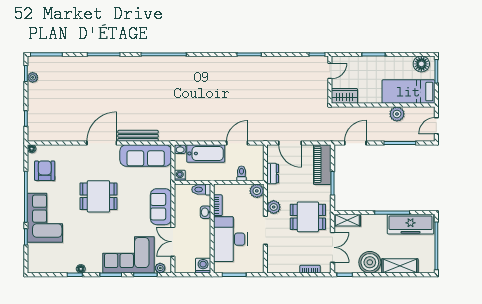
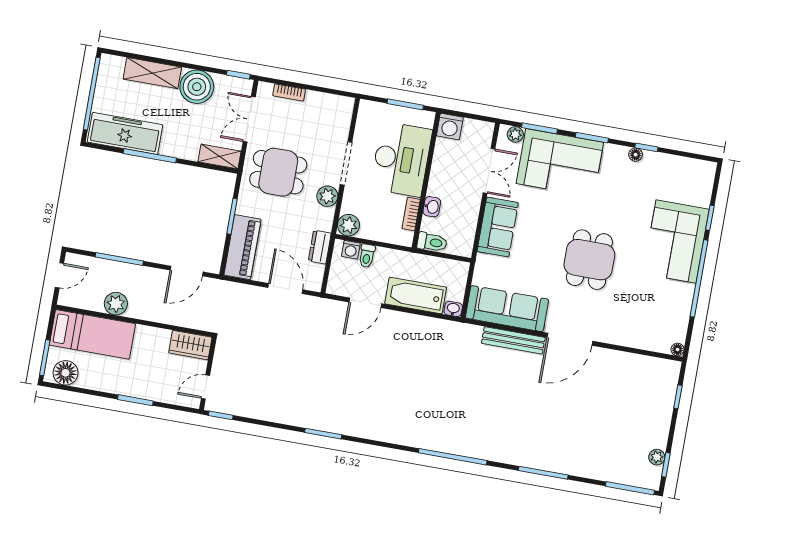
armchair: (45, 171) -> (664, 313), removed
washing machine: (180, 175) -> (351, 250), moved
dining table: (98, 196) -> (589, 260), turned 90

